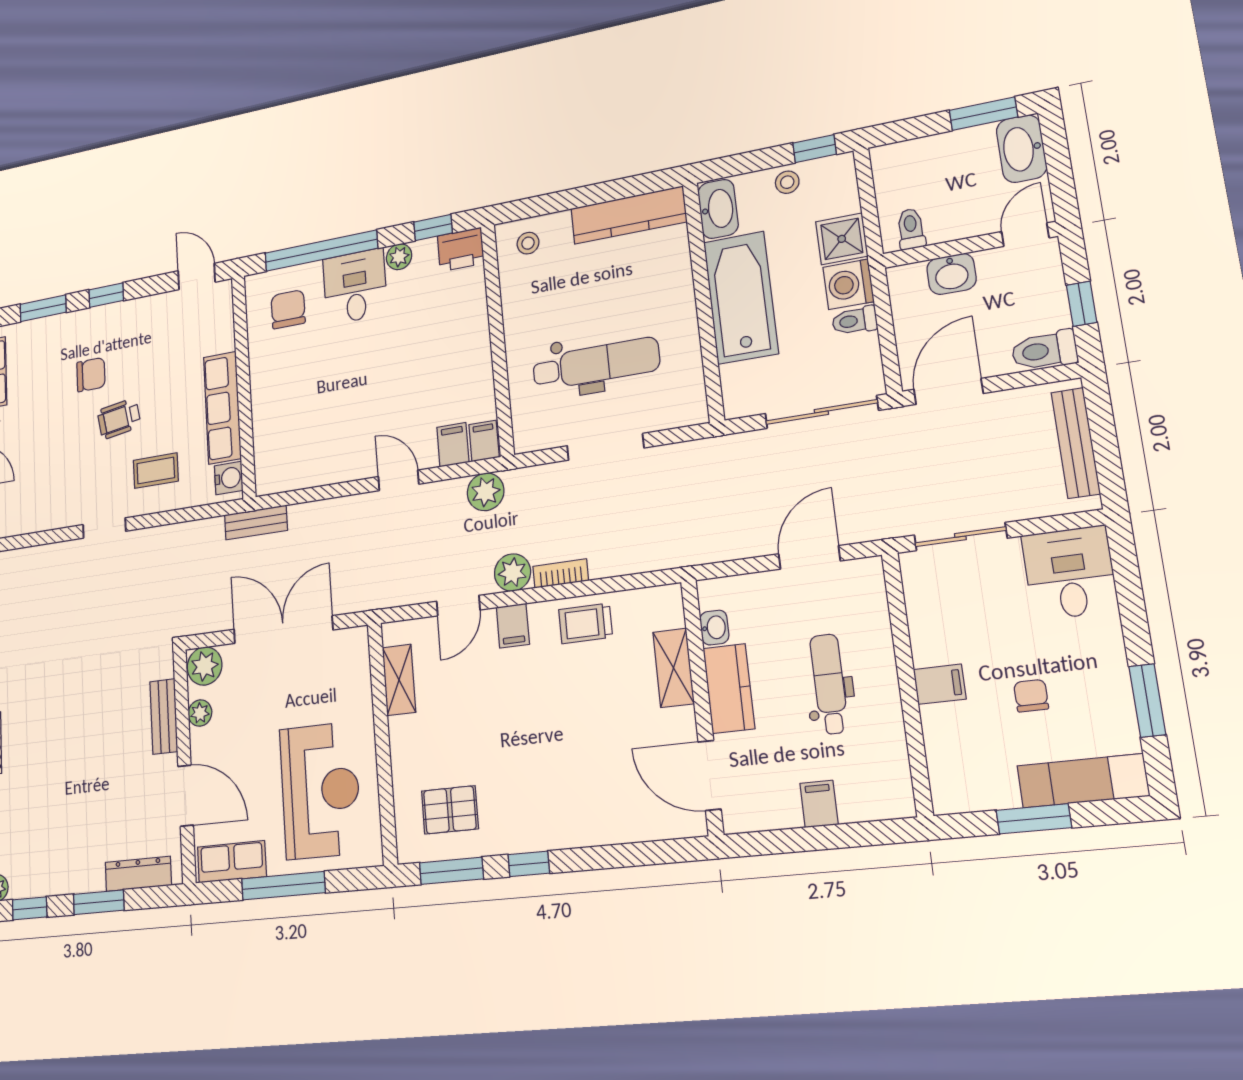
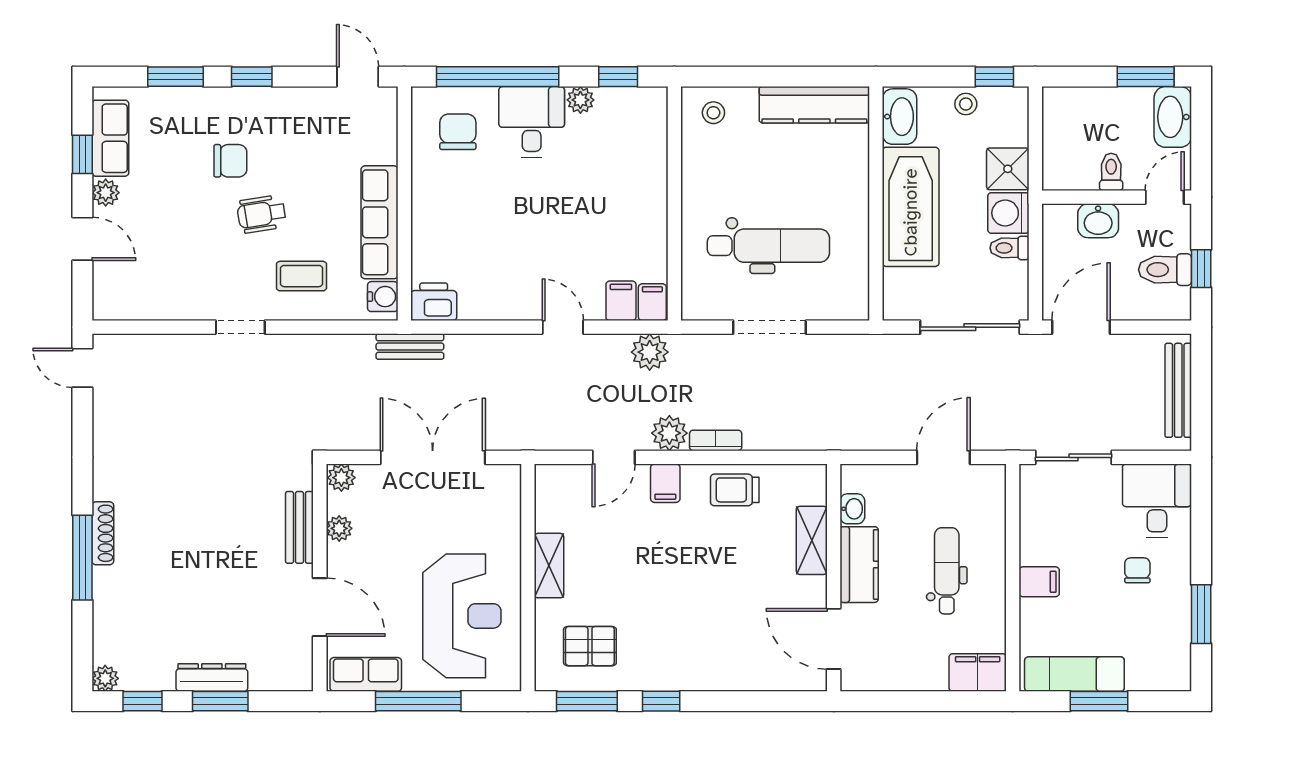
toilet: (911, 229) -> (1111, 172), moved
printer: (461, 250) -> (434, 302), moved, turned 180
toilet: (1044, 350) -> (1165, 270), moved
plant: (205, 666) -> (341, 478), width x0.73, depth x0.73
shelving: (399, 680) -> (549, 566), moved
chair: (1031, 696) -> (1137, 570), moved
exam couch: (1083, 781) -> (1074, 674), moved
filing cabinet: (819, 804) -> (978, 673), moved, width x2.00
dresser: (138, 874) -> (212, 678), moved

